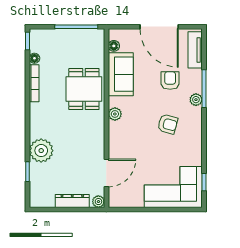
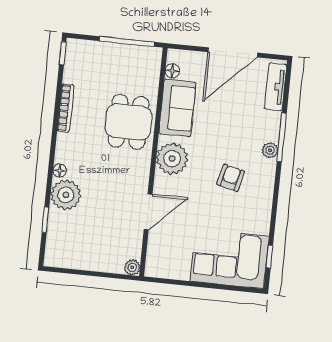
door: (159, 27) -> (233, 52), hinge flipped
floor lamp: (34, 58) -> (60, 171), moved
armchair: (170, 80) -> (240, 122), removed
plant: (115, 114) -> (172, 159), width x1.88, depth x1.88
armchair: (168, 124) -> (231, 178), turned -91
door: (106, 173) -> (148, 212), moved
dresser: (72, 201) -> (99, 263), removed

